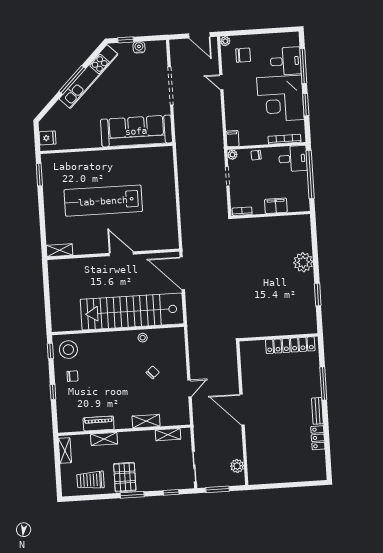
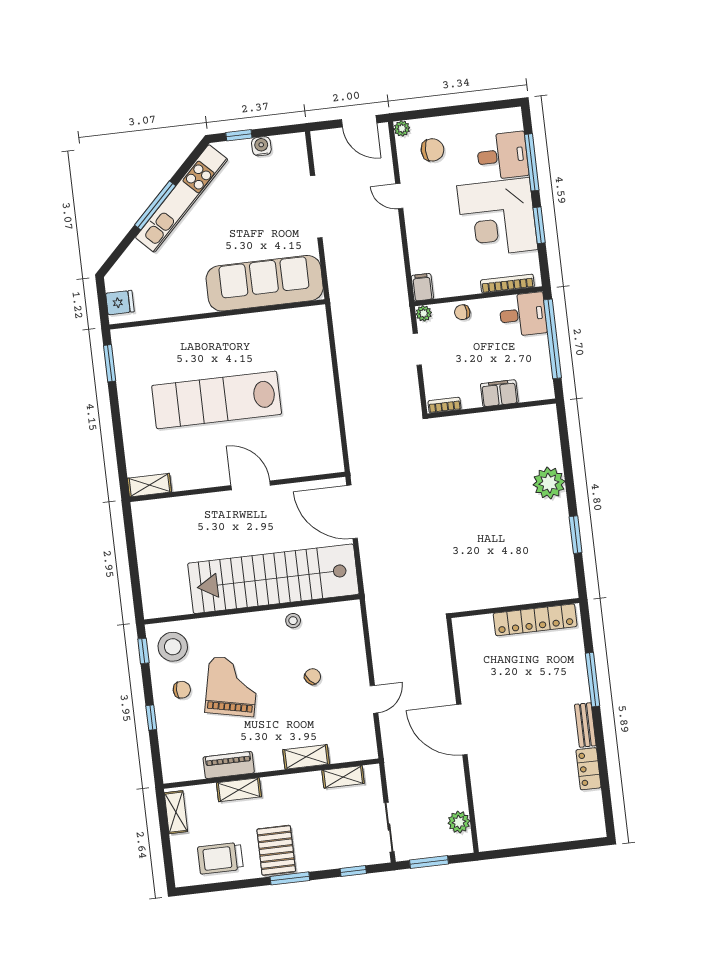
grand piano: (103, 376) -> (232, 687), added

